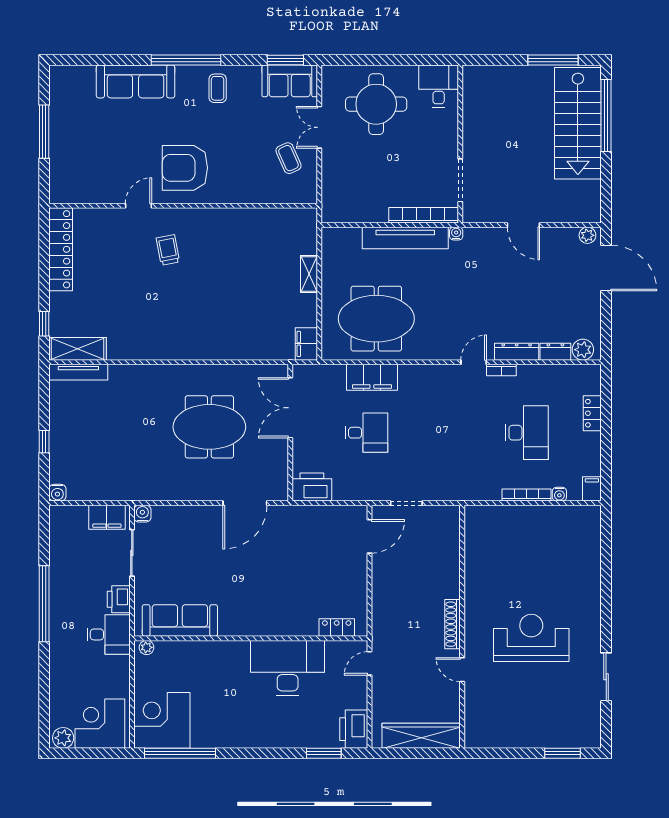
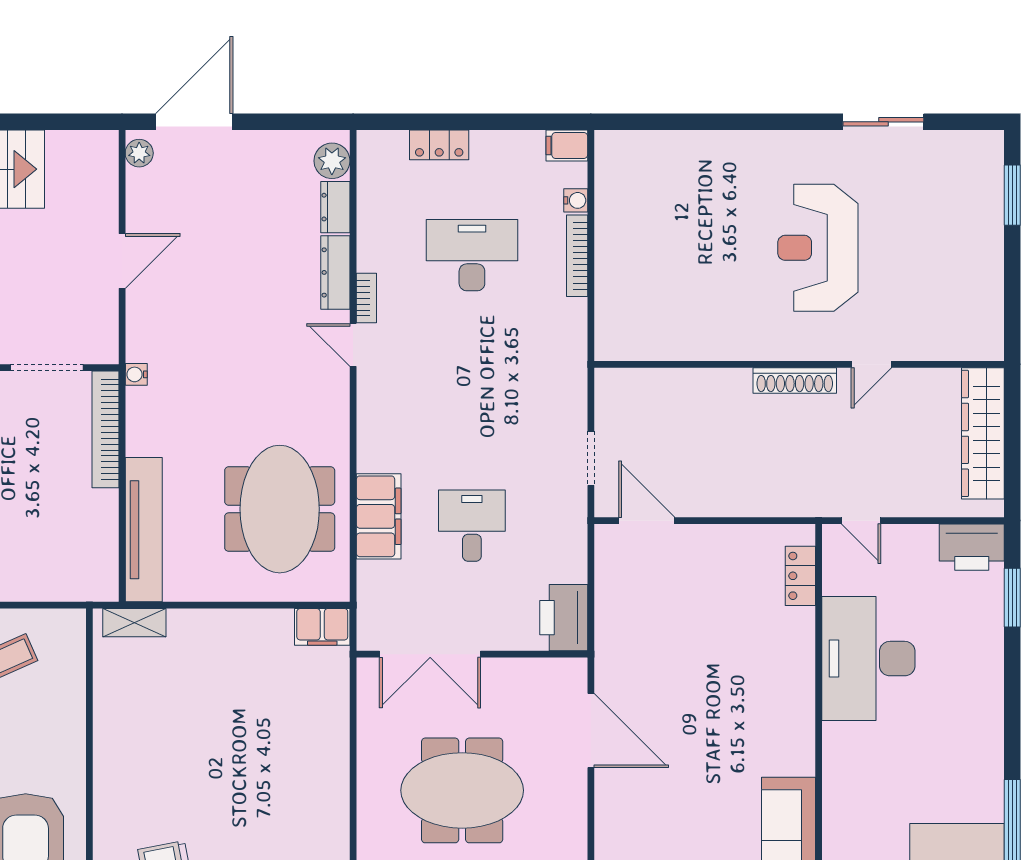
tv unit: (405, 238) -> (144, 530), moved
shelving: (309, 274) -> (134, 623), moved
meeting table: (209, 427) -> (462, 790), turned 90

